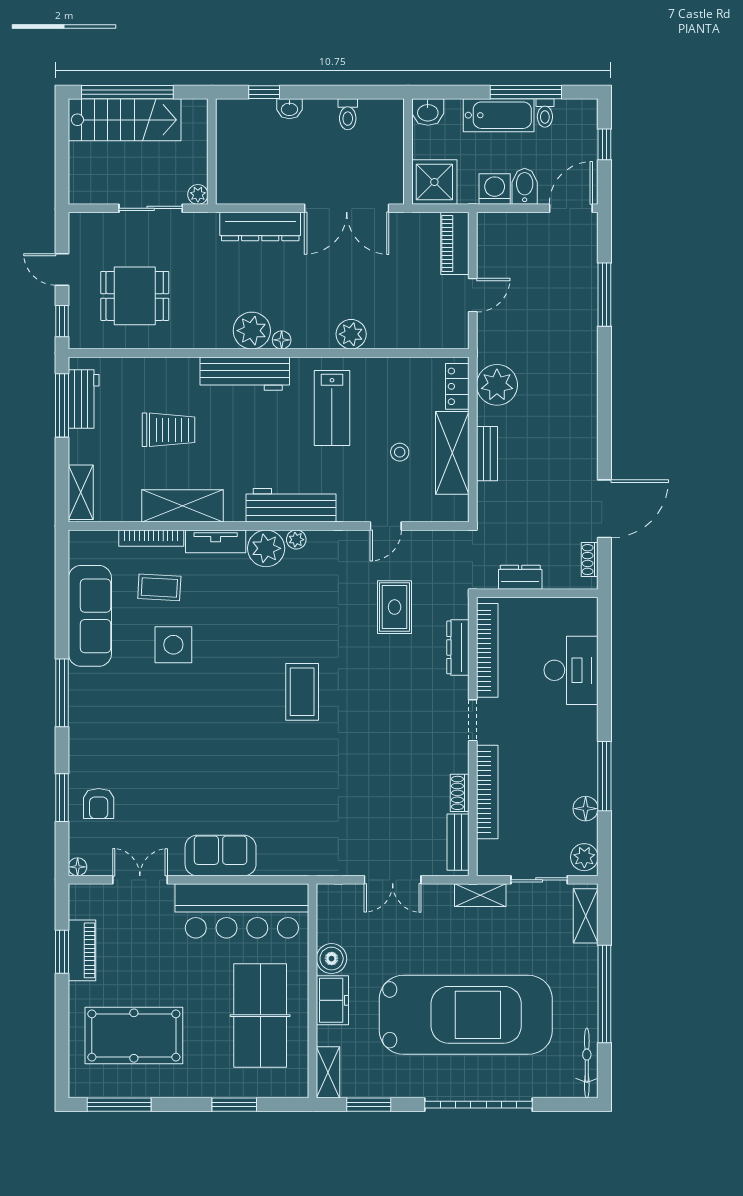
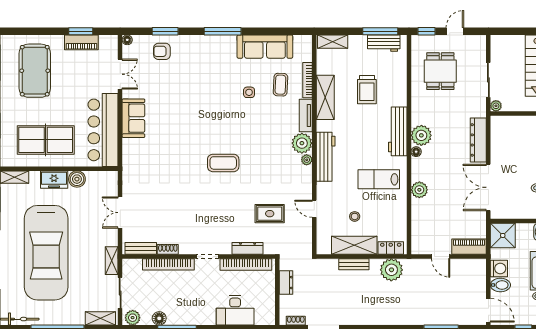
side table: (173, 645) -> (249, 92), width x0.54, depth x0.54

